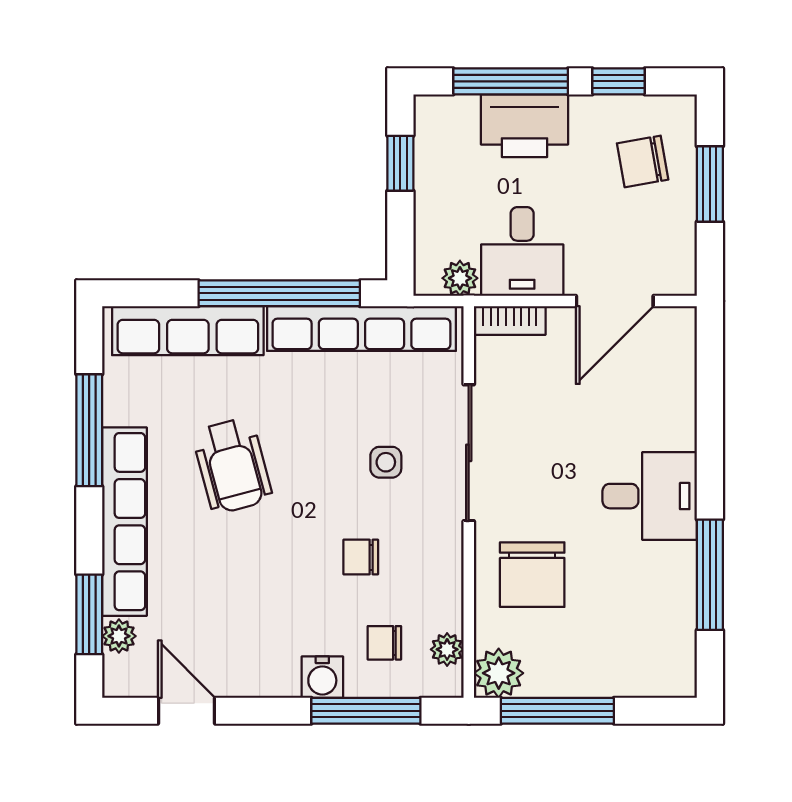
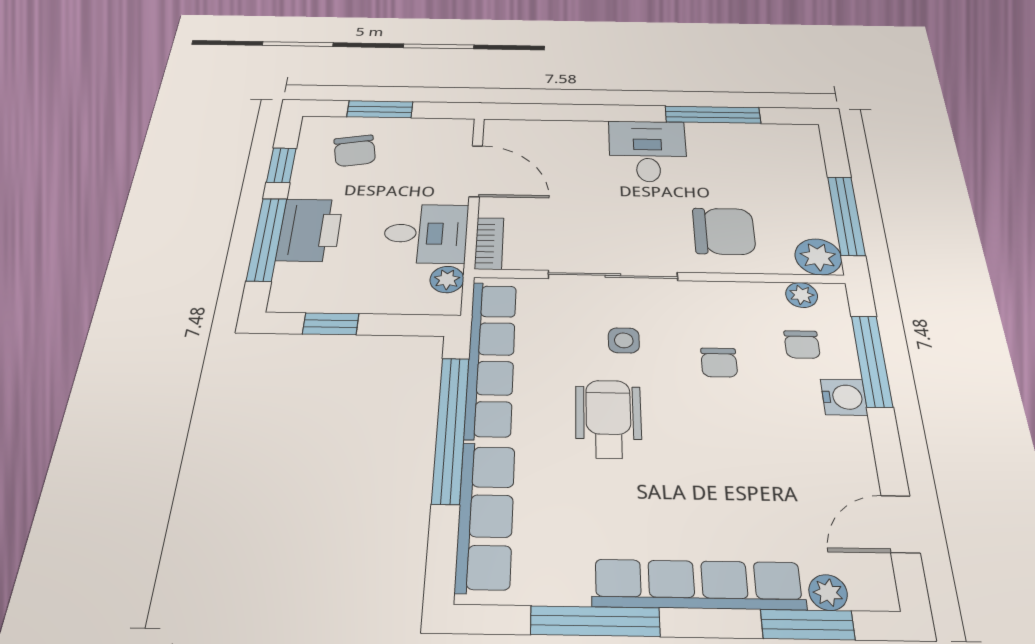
wheelchair: (232, 465) -> (608, 419), moved, turned -75

